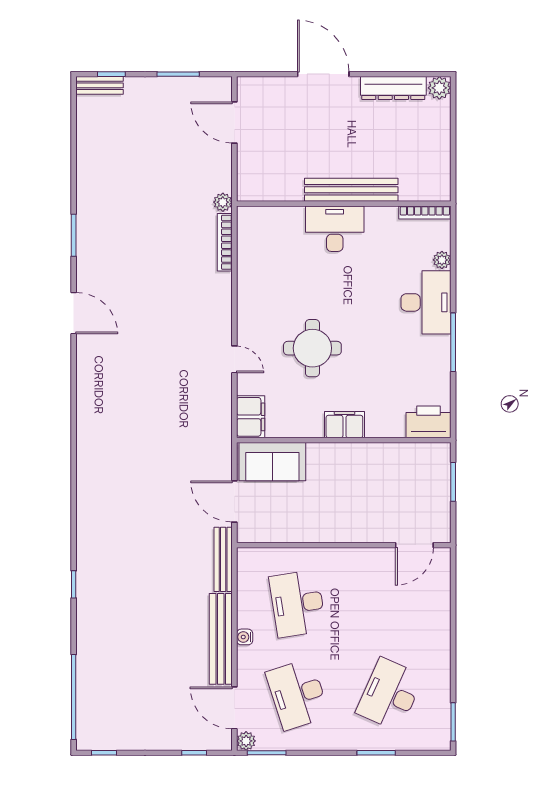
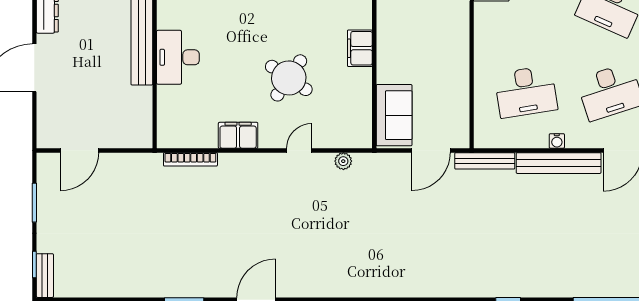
plant: (223, 202) -> (343, 161), moved
round table: (312, 348) -> (289, 78), turned 34
filing cabinet: (251, 417) -> (238, 135), moved

